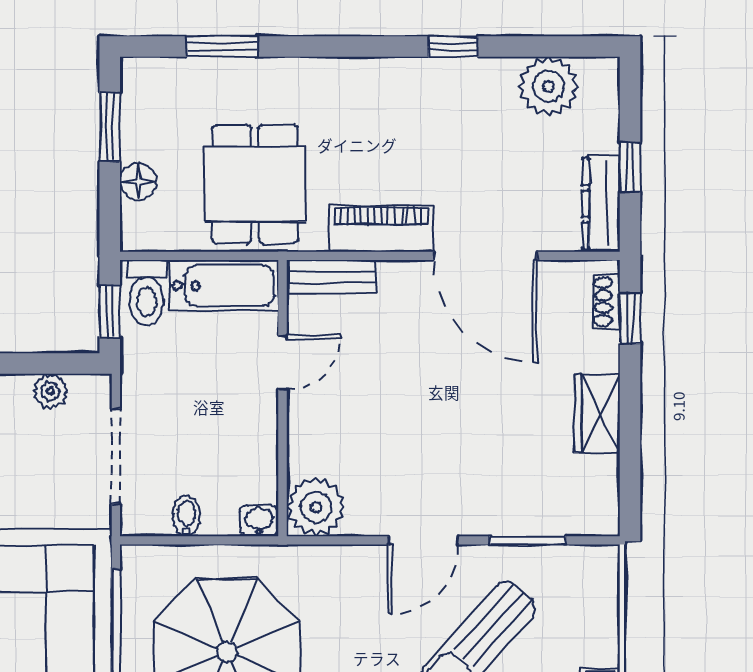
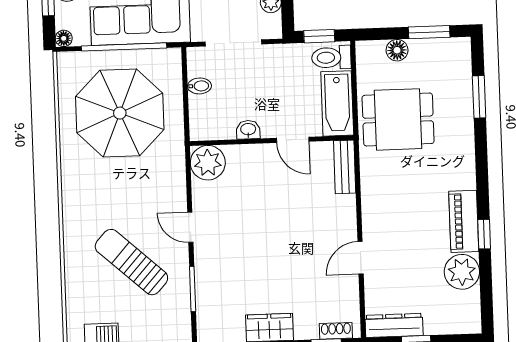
plant: (549, 86) -> (462, 272), moved
piano: (381, 229) -> (464, 221), moved, turned 180
door: (485, 256) -> (361, 258), width x0.53
washbasin: (259, 521) -> (248, 130), moved, turned -90
door: (423, 540) -> (190, 227), width x0.73

